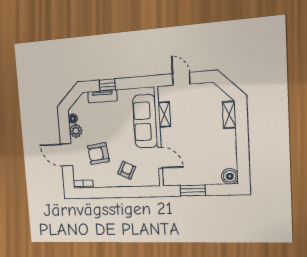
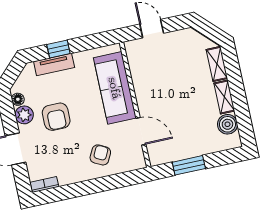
shelving: (164, 114) -> (224, 97), moved
armchair: (98, 154) -> (56, 117), moved, turned -83
boiler: (230, 176) -> (227, 124), moved

